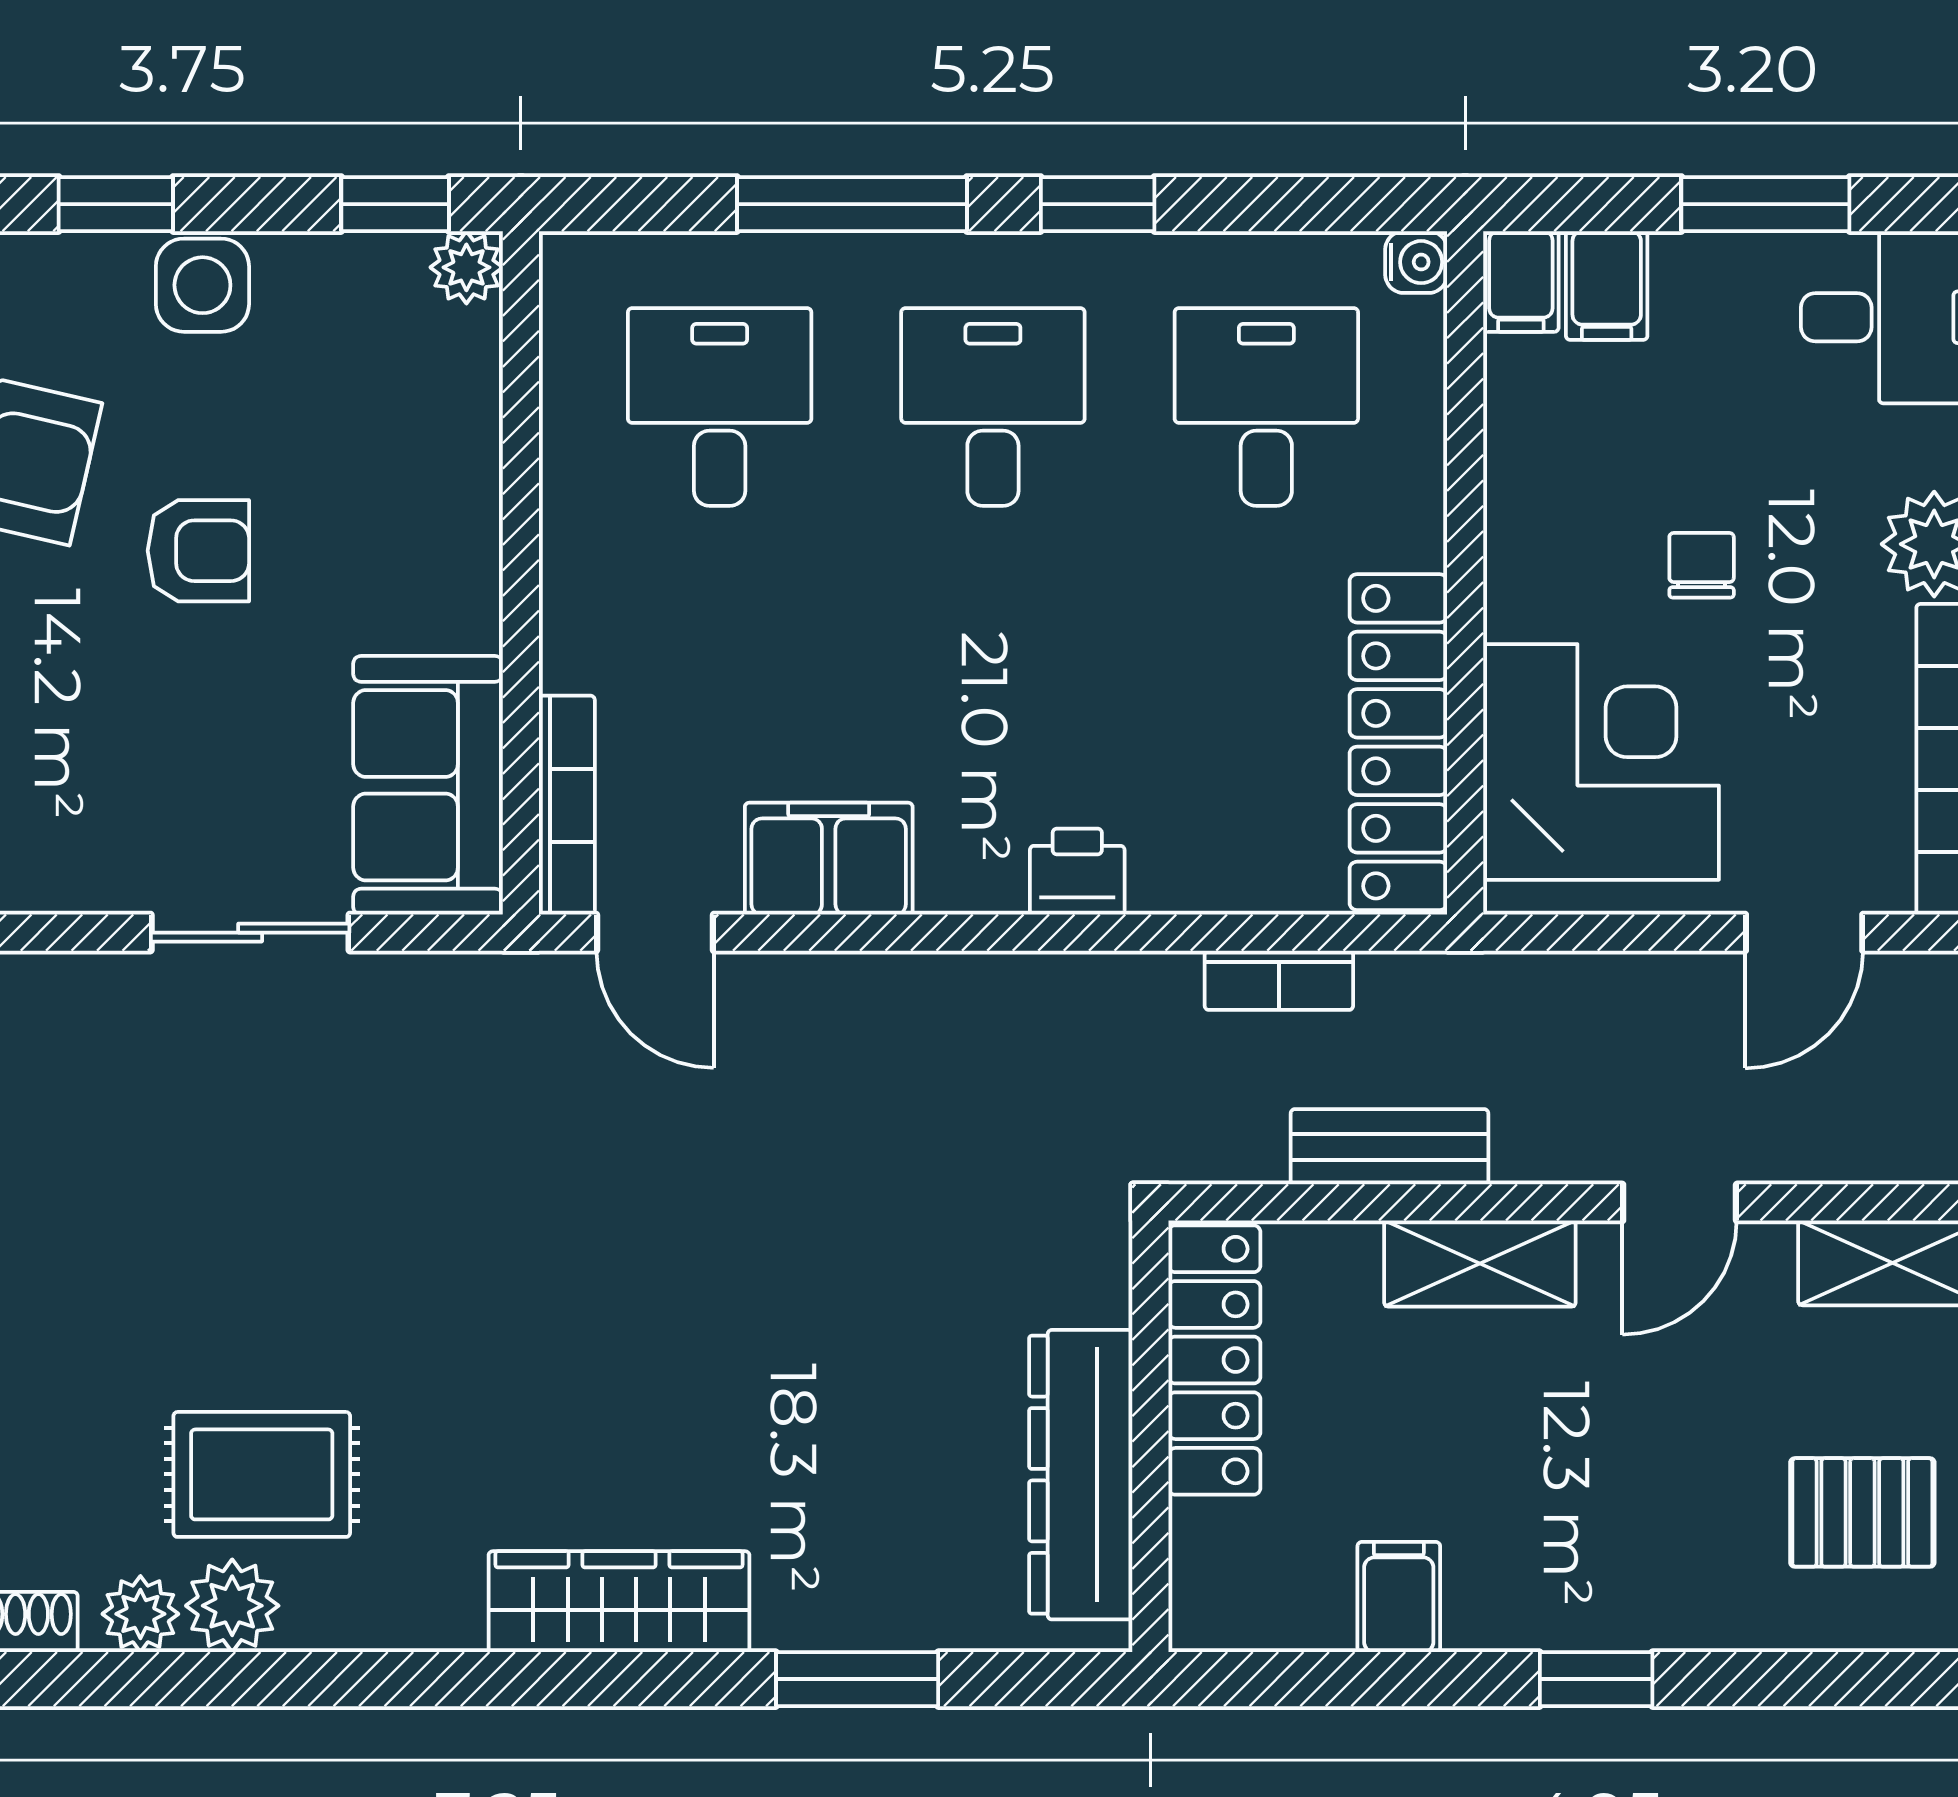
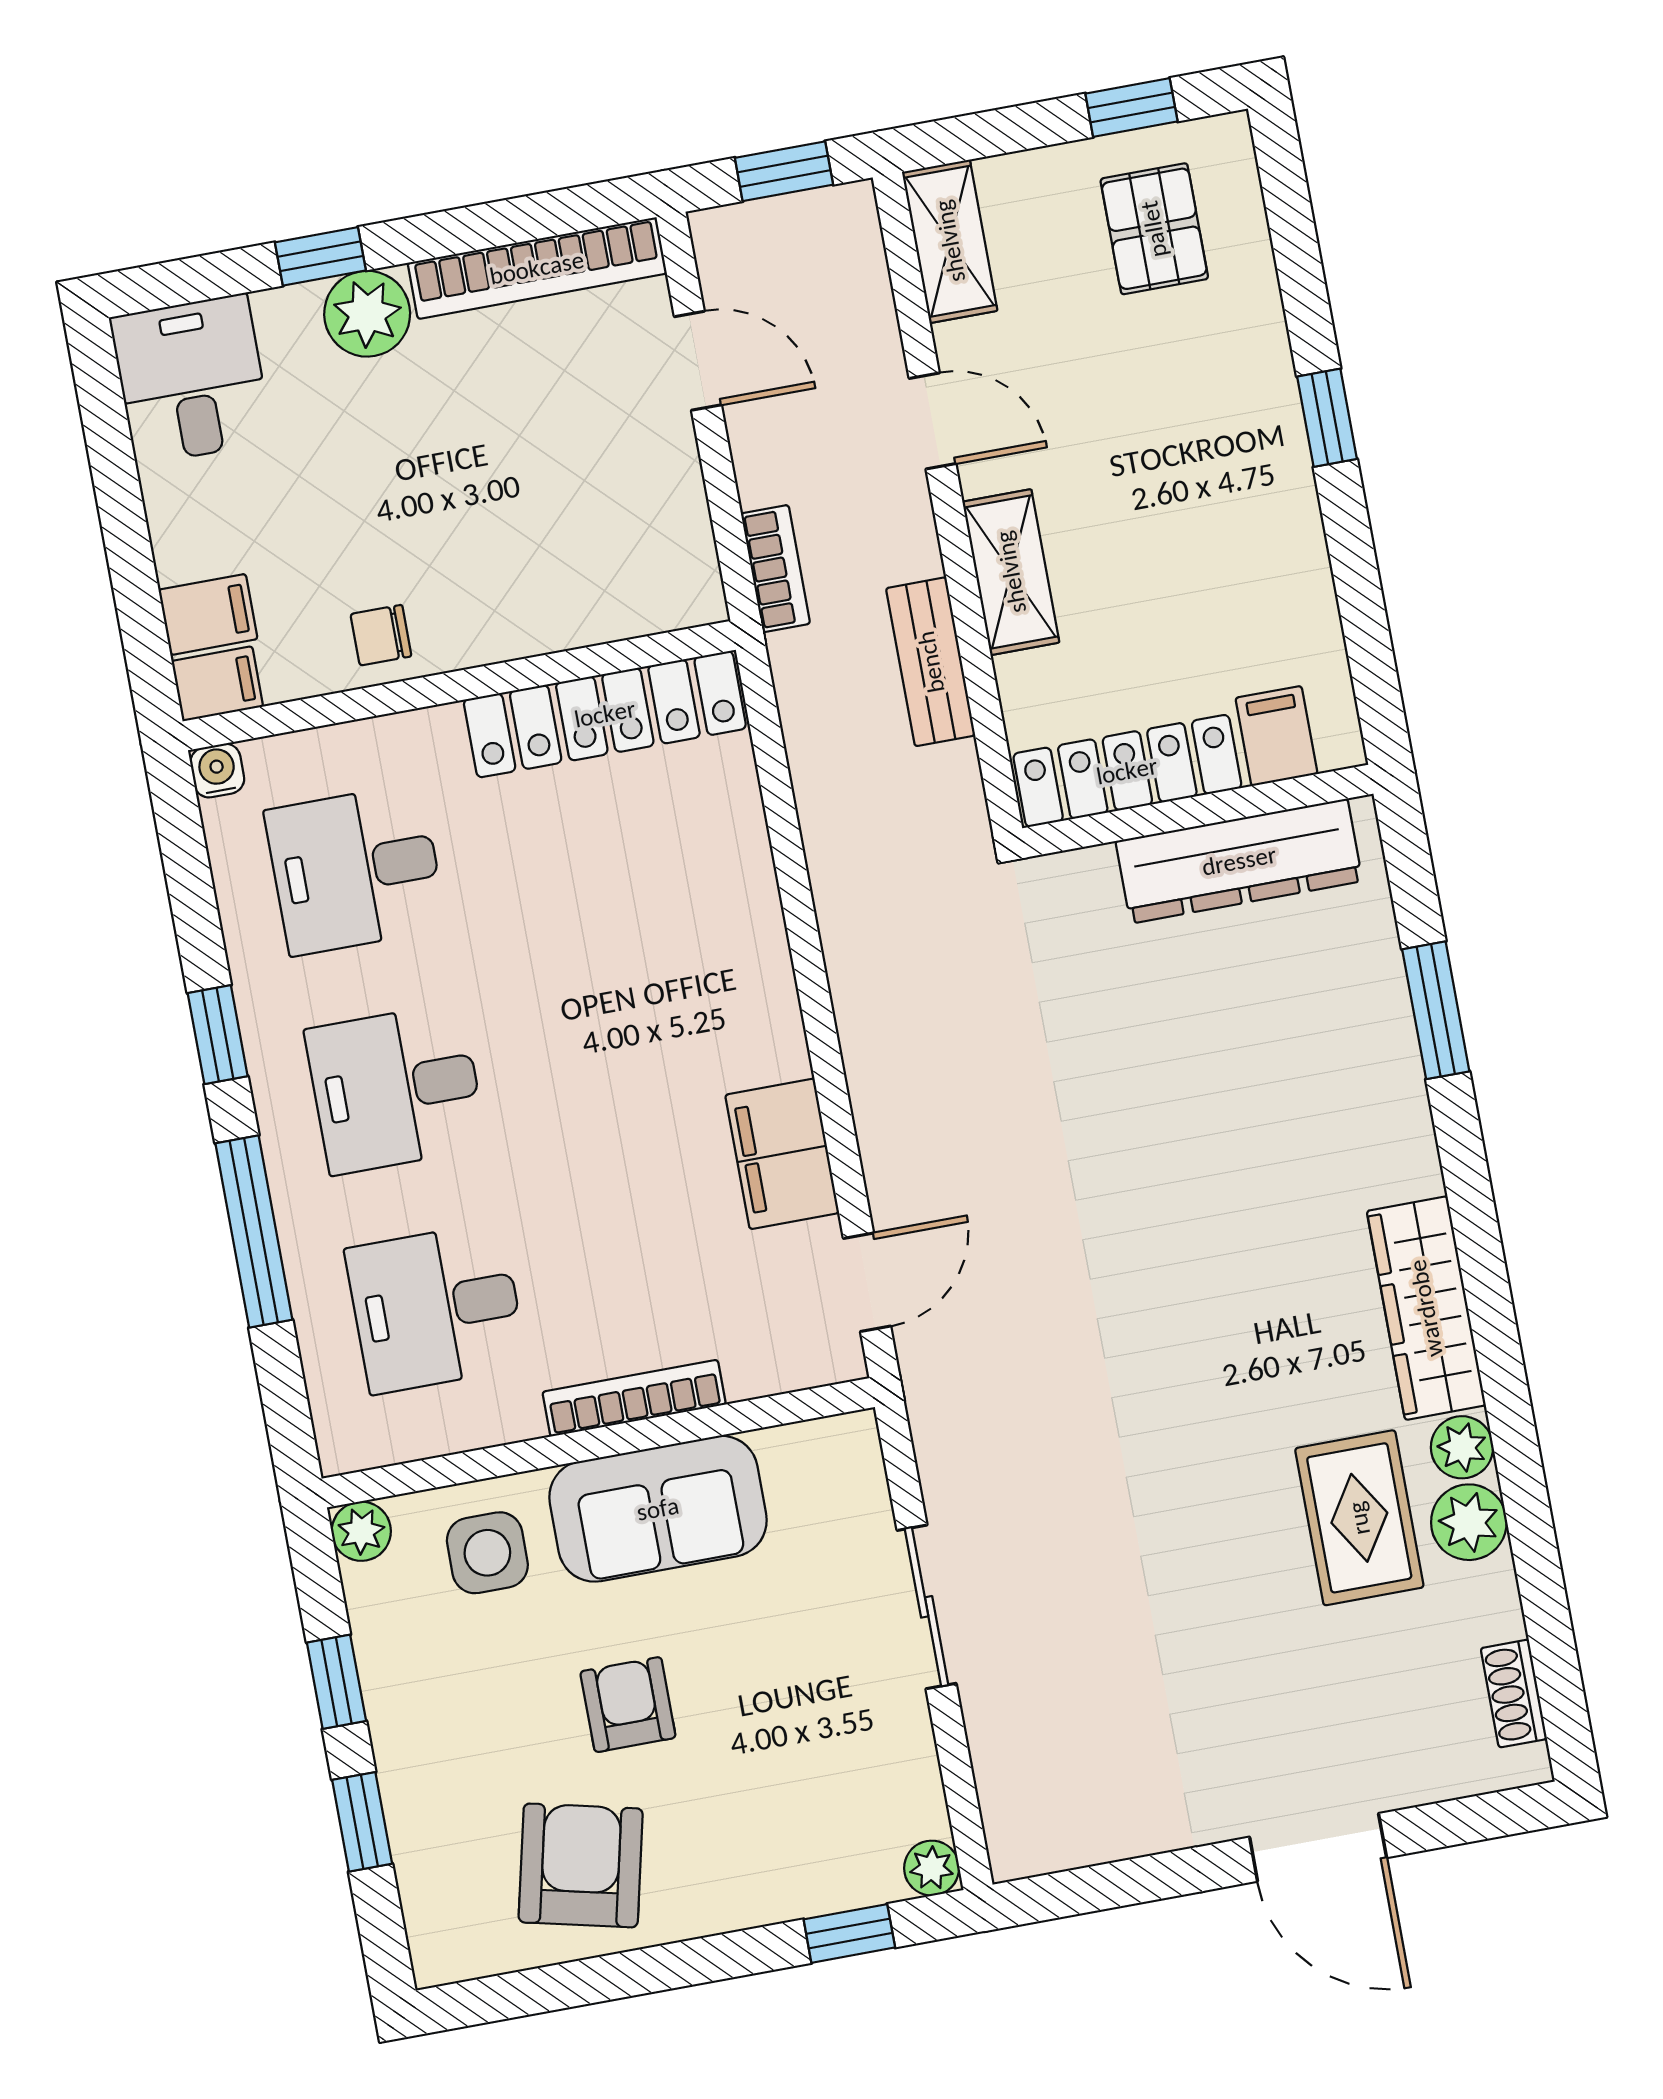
window: (395, 204) -> (336, 1682), moved
window: (1765, 204) -> (119, 499), removed
side table: (202, 285) -> (487, 1553), moved
chair: (1702, 565) -> (381, 635), moved
corner desk: (1601, 762) -> (591, 549), removed
sofa: (428, 785) -> (658, 1509), moved
bookcase: (567, 805) -> (634, 1398), moved
printer: (1077, 872) -> (756, 953), removed
bookcase: (1279, 980) -> (776, 569), moved
filing cabinet: (1399, 1597) -> (1276, 736), moved, turned 90
wardrobe: (619, 1602) -> (1426, 1308), moved
plant: (140, 1614) -> (1462, 1447), moved

